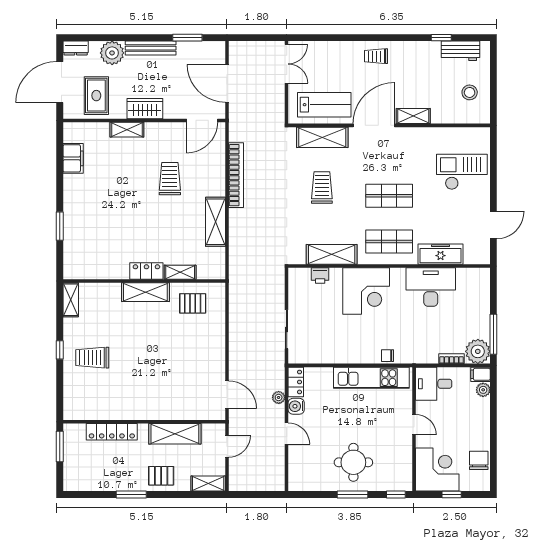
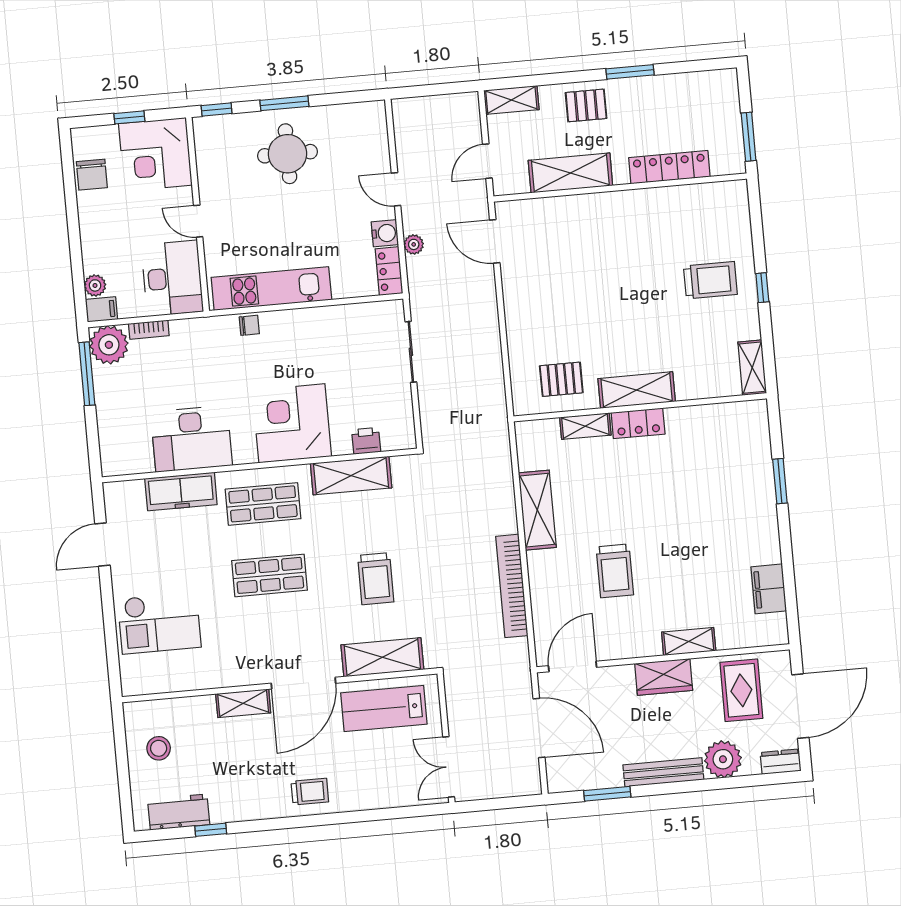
desk: (434, 384) -> (172, 278), width x1.37

